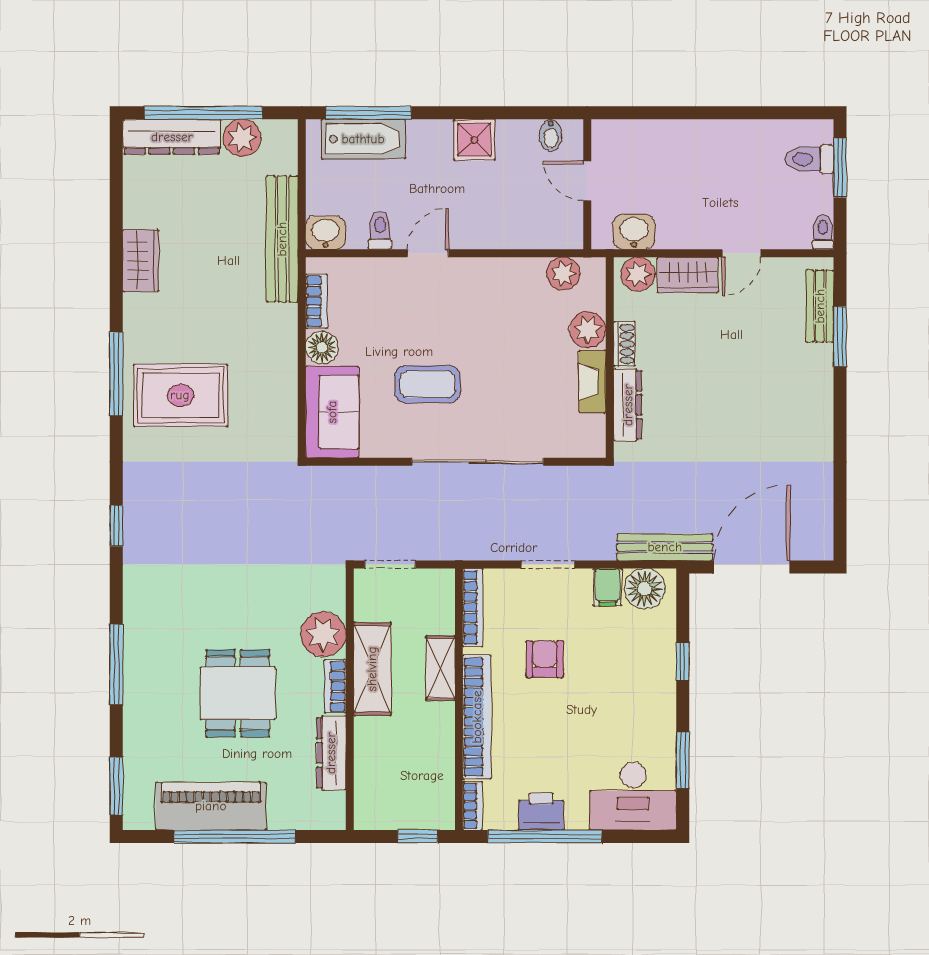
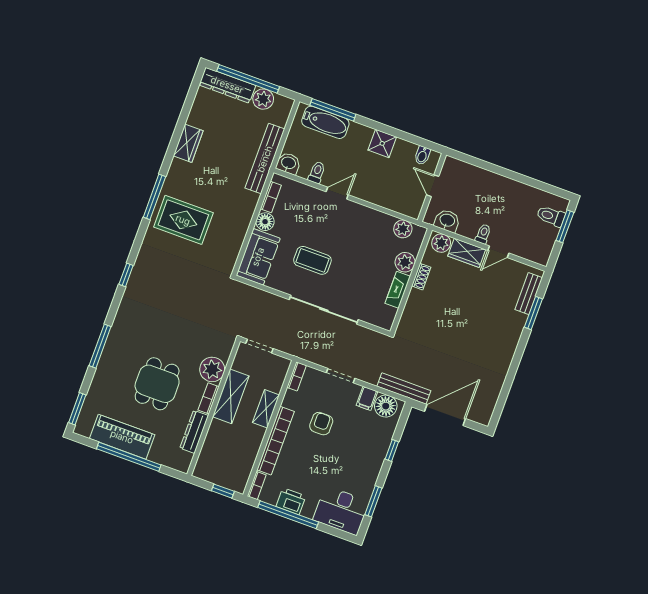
toilet: (823, 232) -> (483, 234), moved
dresser: (628, 405) -> (411, 308), removed
bookcase: (473, 607) -> (297, 376), width x0.64

